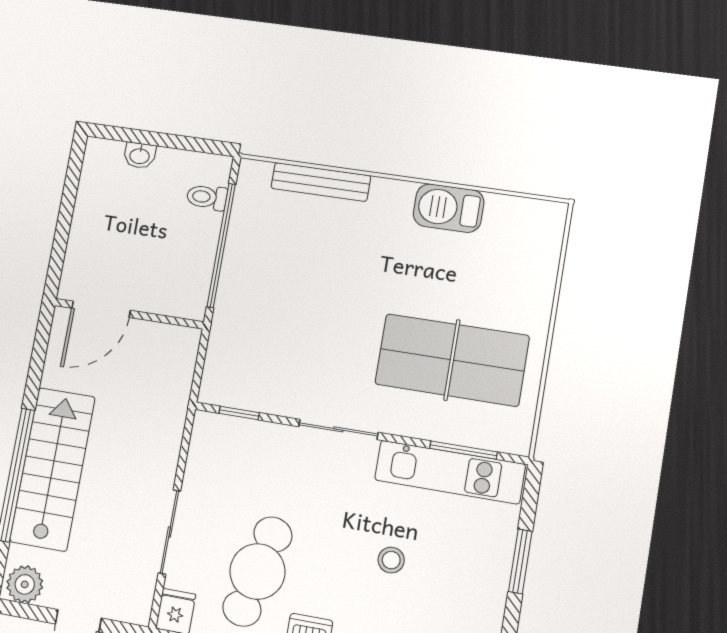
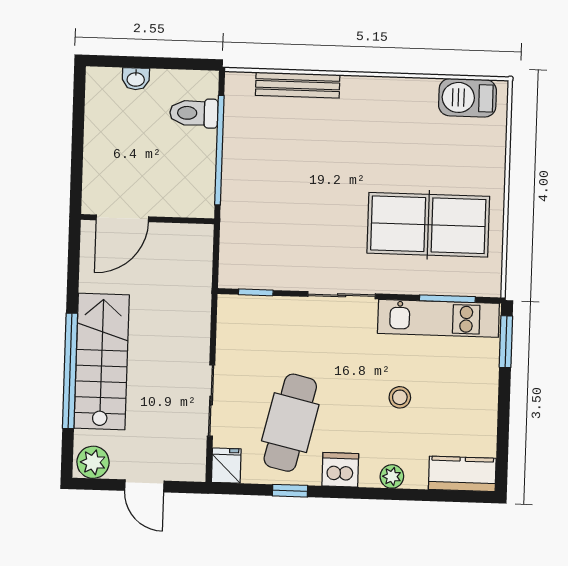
toilet: (207, 197) -> (194, 113), width x1.37, depth x1.39
barbecue: (449, 208) -> (467, 98), moved
window: (520, 561) -> (506, 342), moved

